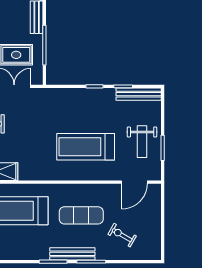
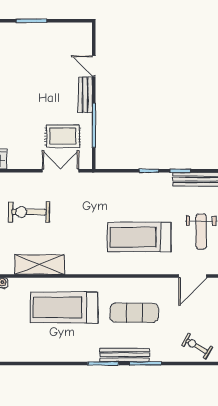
exercise bike: (122, 235) -> (197, 346), moved

